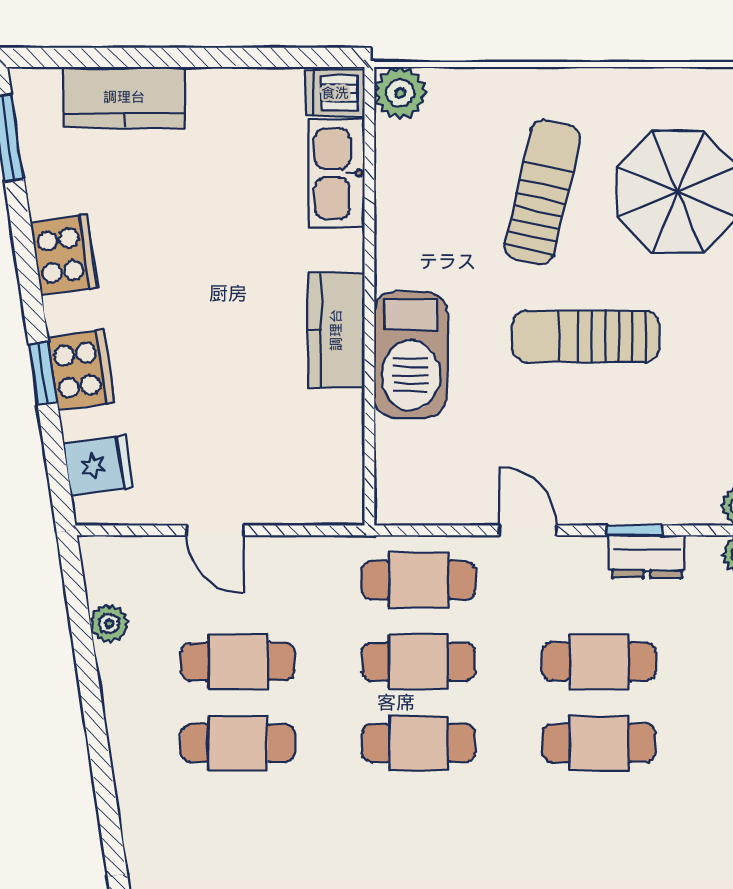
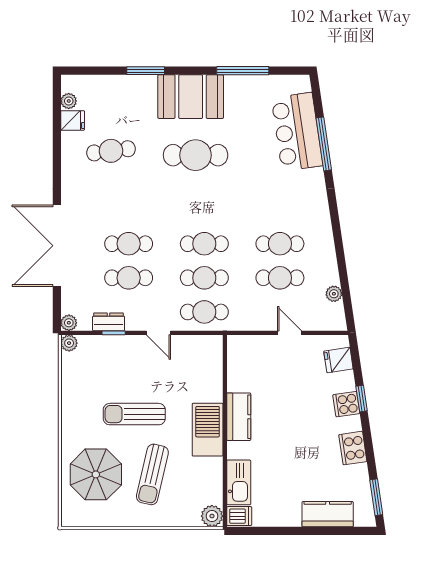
sun lounger: (586, 336) -> (134, 414), turned 180
barbecue: (411, 355) -> (208, 430), moved
cooker: (81, 370) -> (346, 404), width x0.73

